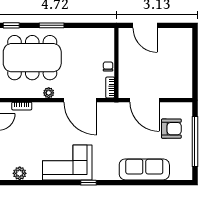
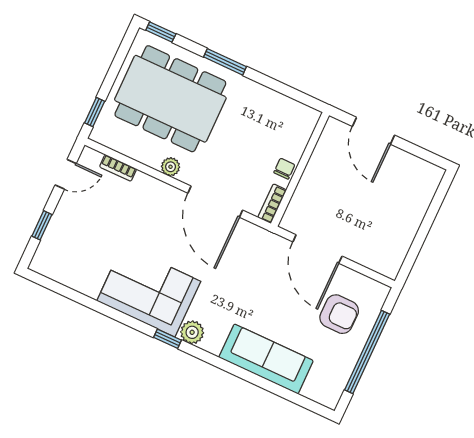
plant: (20, 173) -> (192, 332), moved

